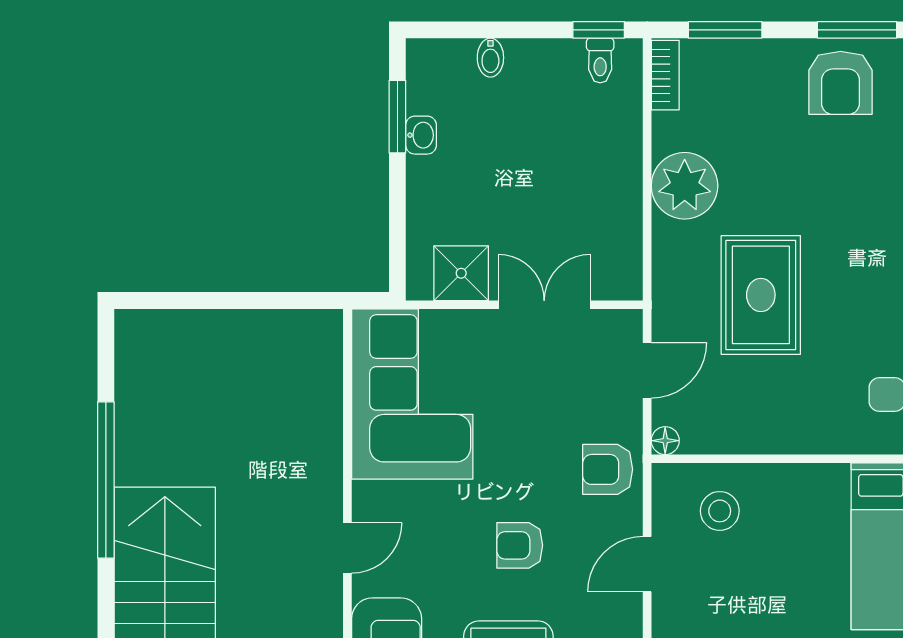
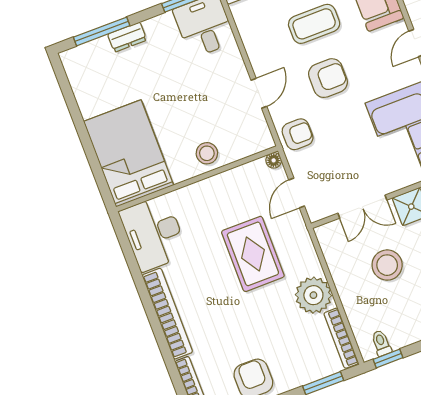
bookcase: (665, 75) -> (341, 338), width x1.56
stool: (540, 189) -> (387, 265), added
stool: (720, 511) -> (207, 153), moved
armchair: (520, 545) -> (328, 78), width x1.38, depth x1.38

